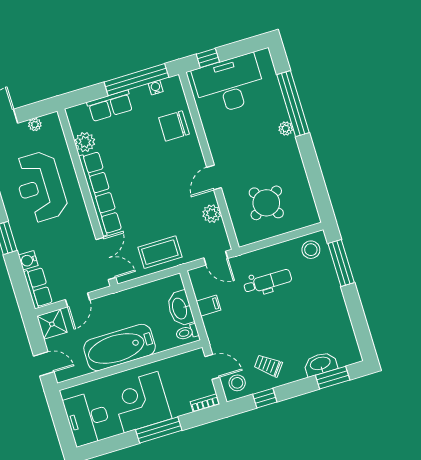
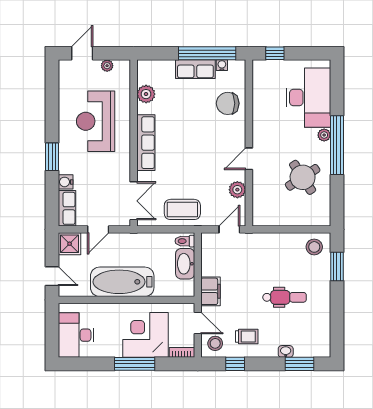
desk: (229, 85) -> (308, 98), moved, turned 90
window: (293, 104) -> (337, 145), moved
row of seats: (110, 106) -> (195, 69), moved
row of seats: (100, 193) -> (146, 143), width x0.73
round table: (266, 203) -> (303, 177), moved
door: (216, 258) -> (229, 229), swing flipped
window: (341, 263) -> (337, 267), width x0.69
dental chair: (268, 282) -> (285, 297), moved
filing cabinet: (209, 306) -> (211, 291), moved, width x2.00
toilet: (187, 332) -> (185, 241), moved
washbasin: (320, 364) -> (286, 351), width x0.52, depth x0.69
trolley: (268, 366) -> (247, 337), turned 142
corner desk: (141, 402) -> (145, 335), moved

